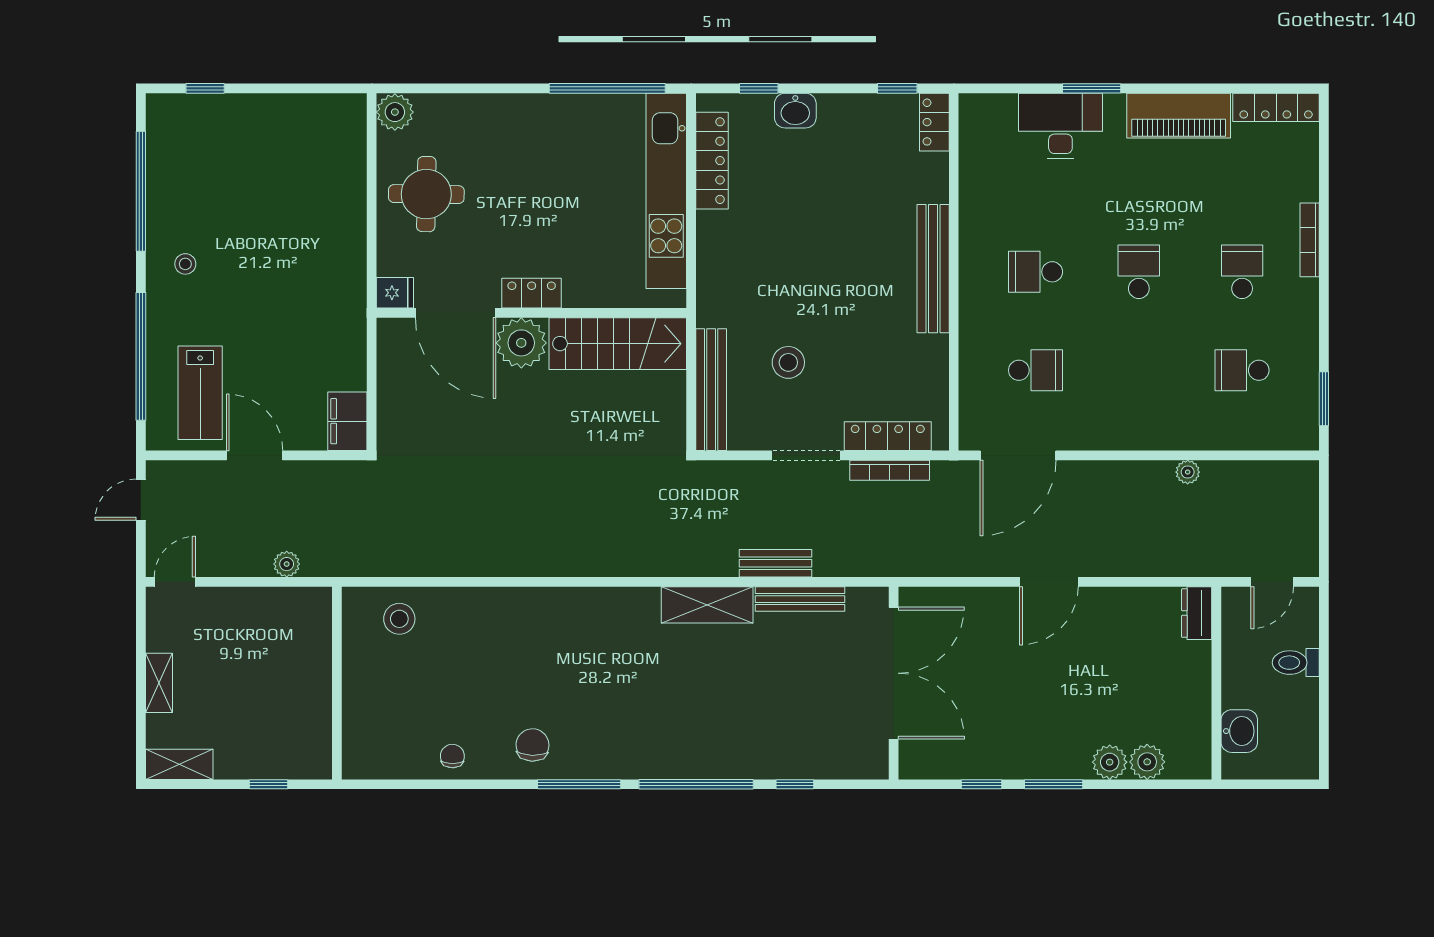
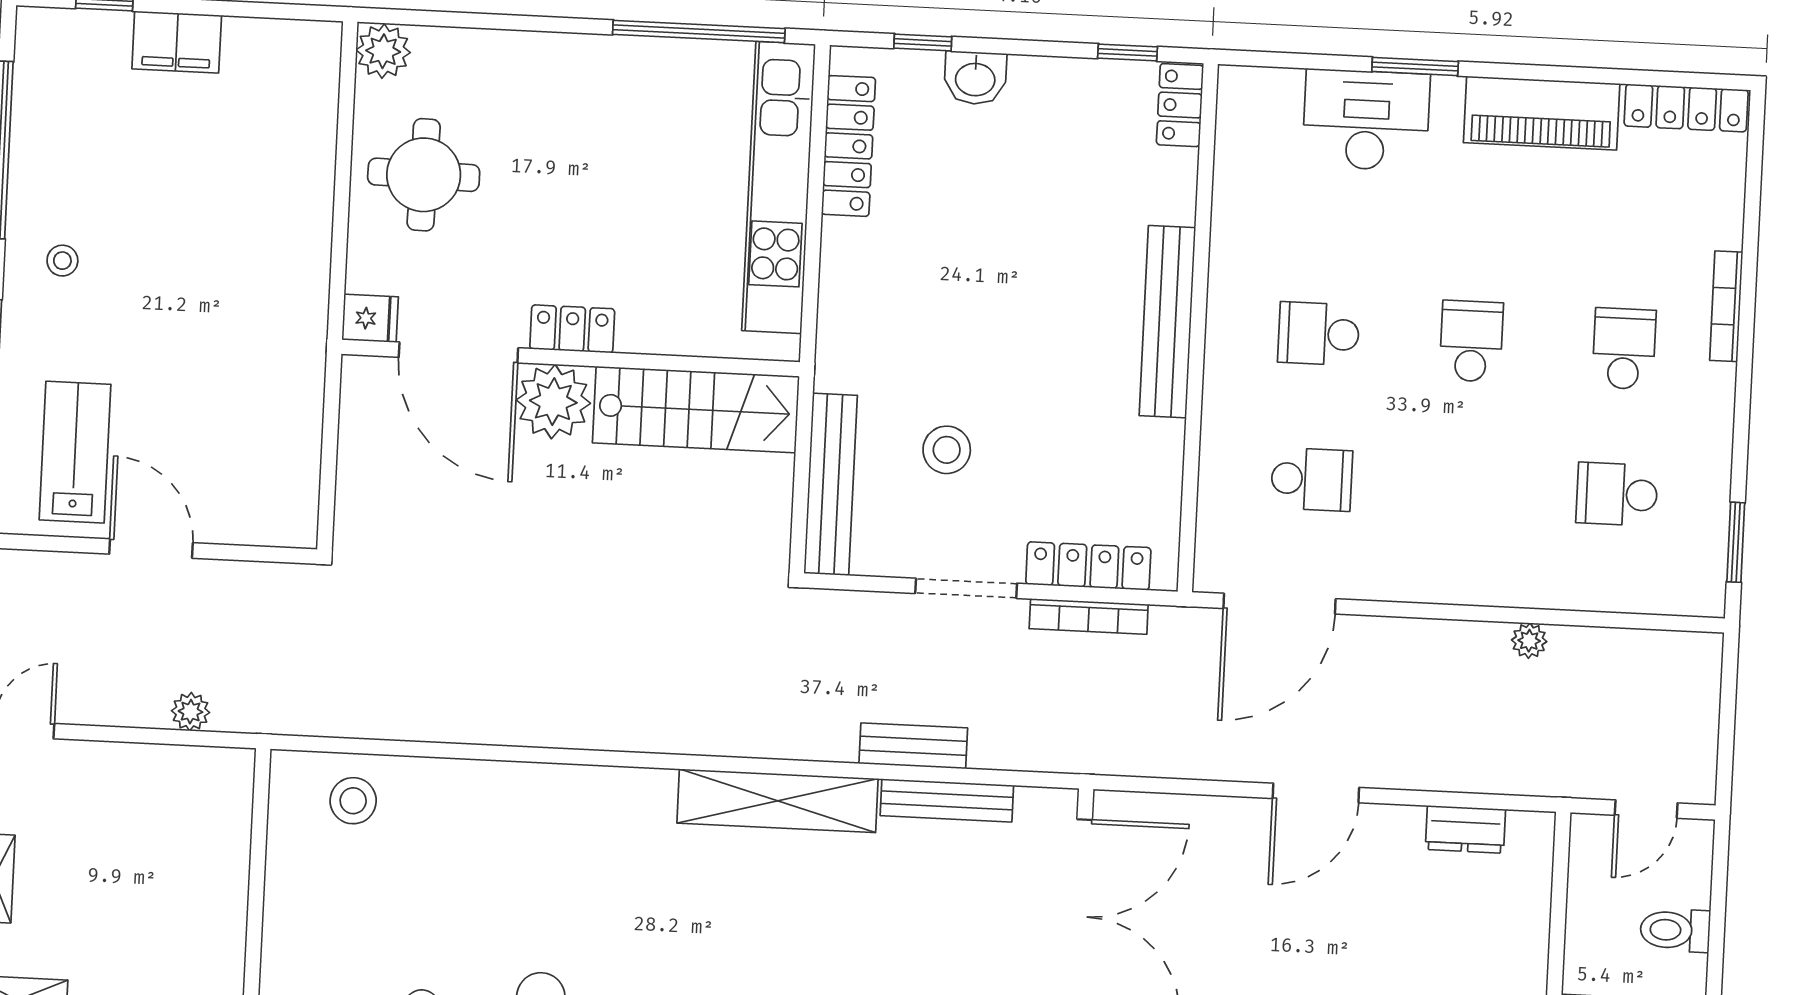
lab bench: (200, 393) -> (75, 452), turned 180
filing cabinet: (347, 421) -> (177, 42), moved, turned -90
shelving: (707, 605) -> (777, 801), width x1.47
dresser: (1197, 613) -> (1465, 829), moved, turned -90

